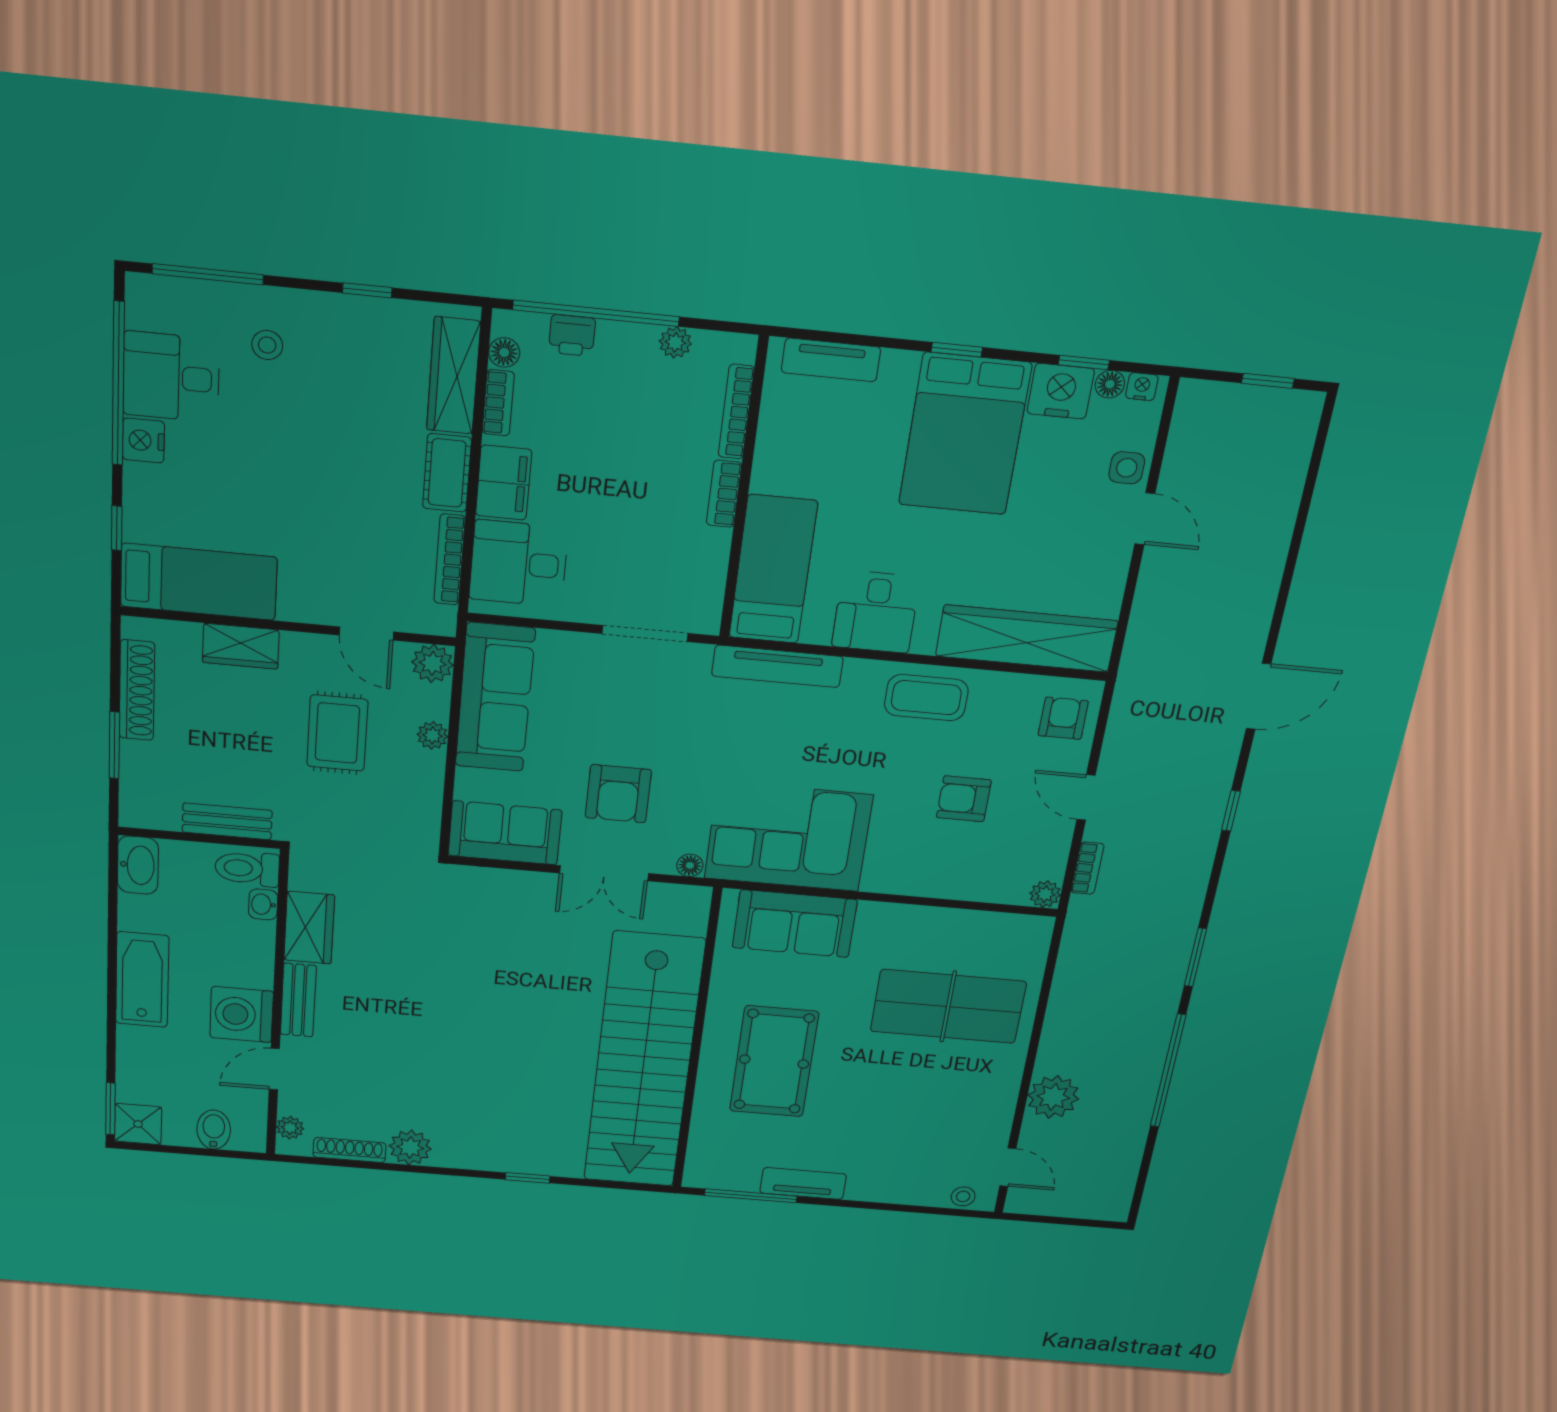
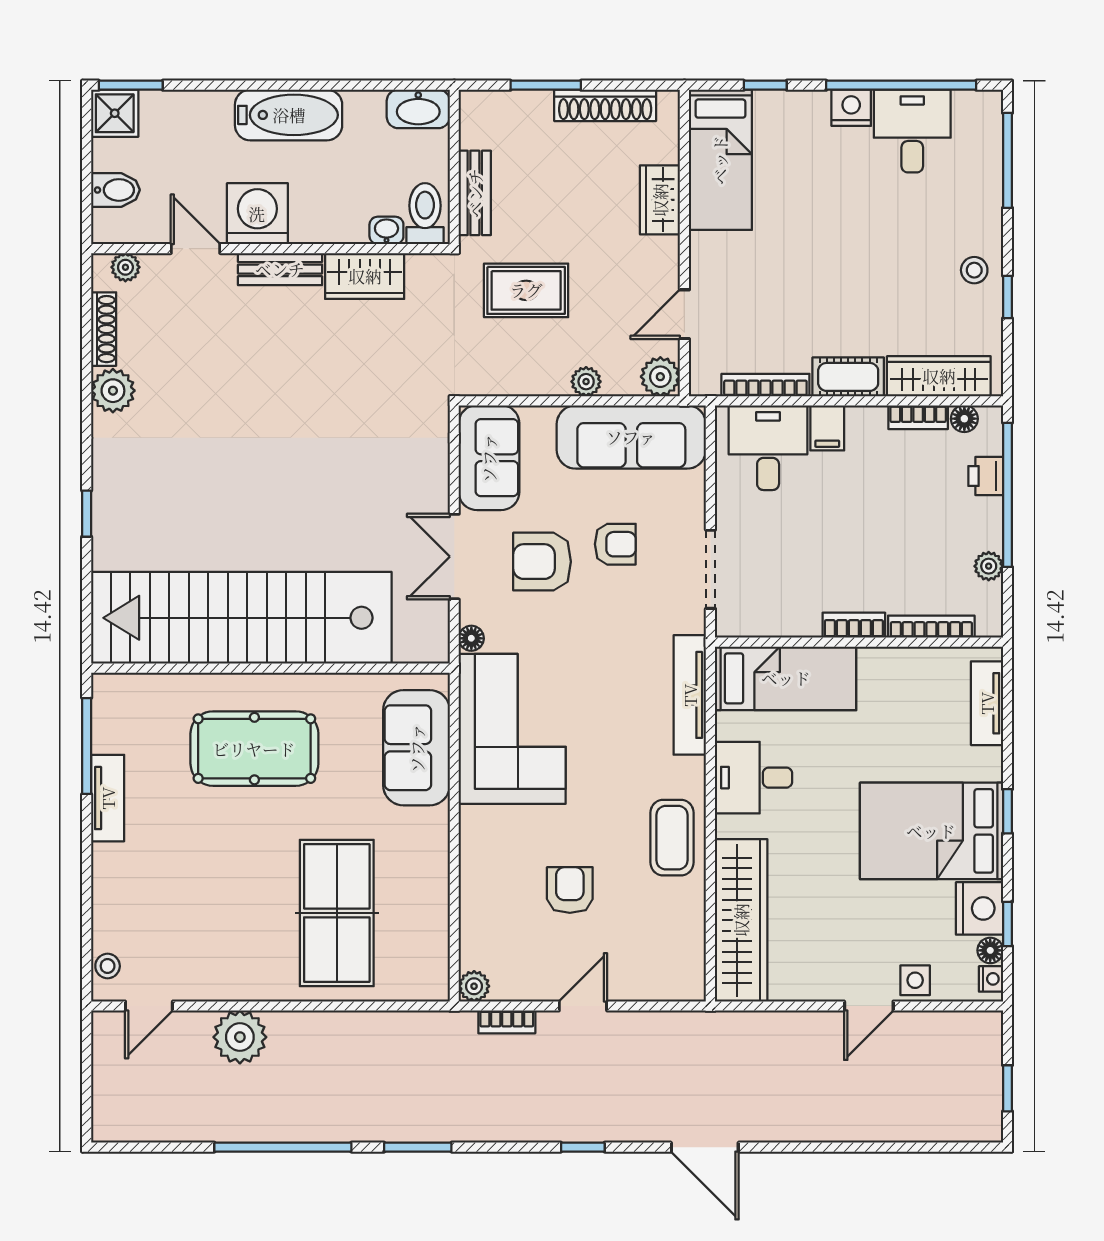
stool: (267, 345) -> (974, 270), moved
filing cabinet: (504, 483) -> (827, 428), width x0.50
armchair: (1063, 718) -> (615, 544), moved
rug: (337, 733) -> (526, 290), moved

